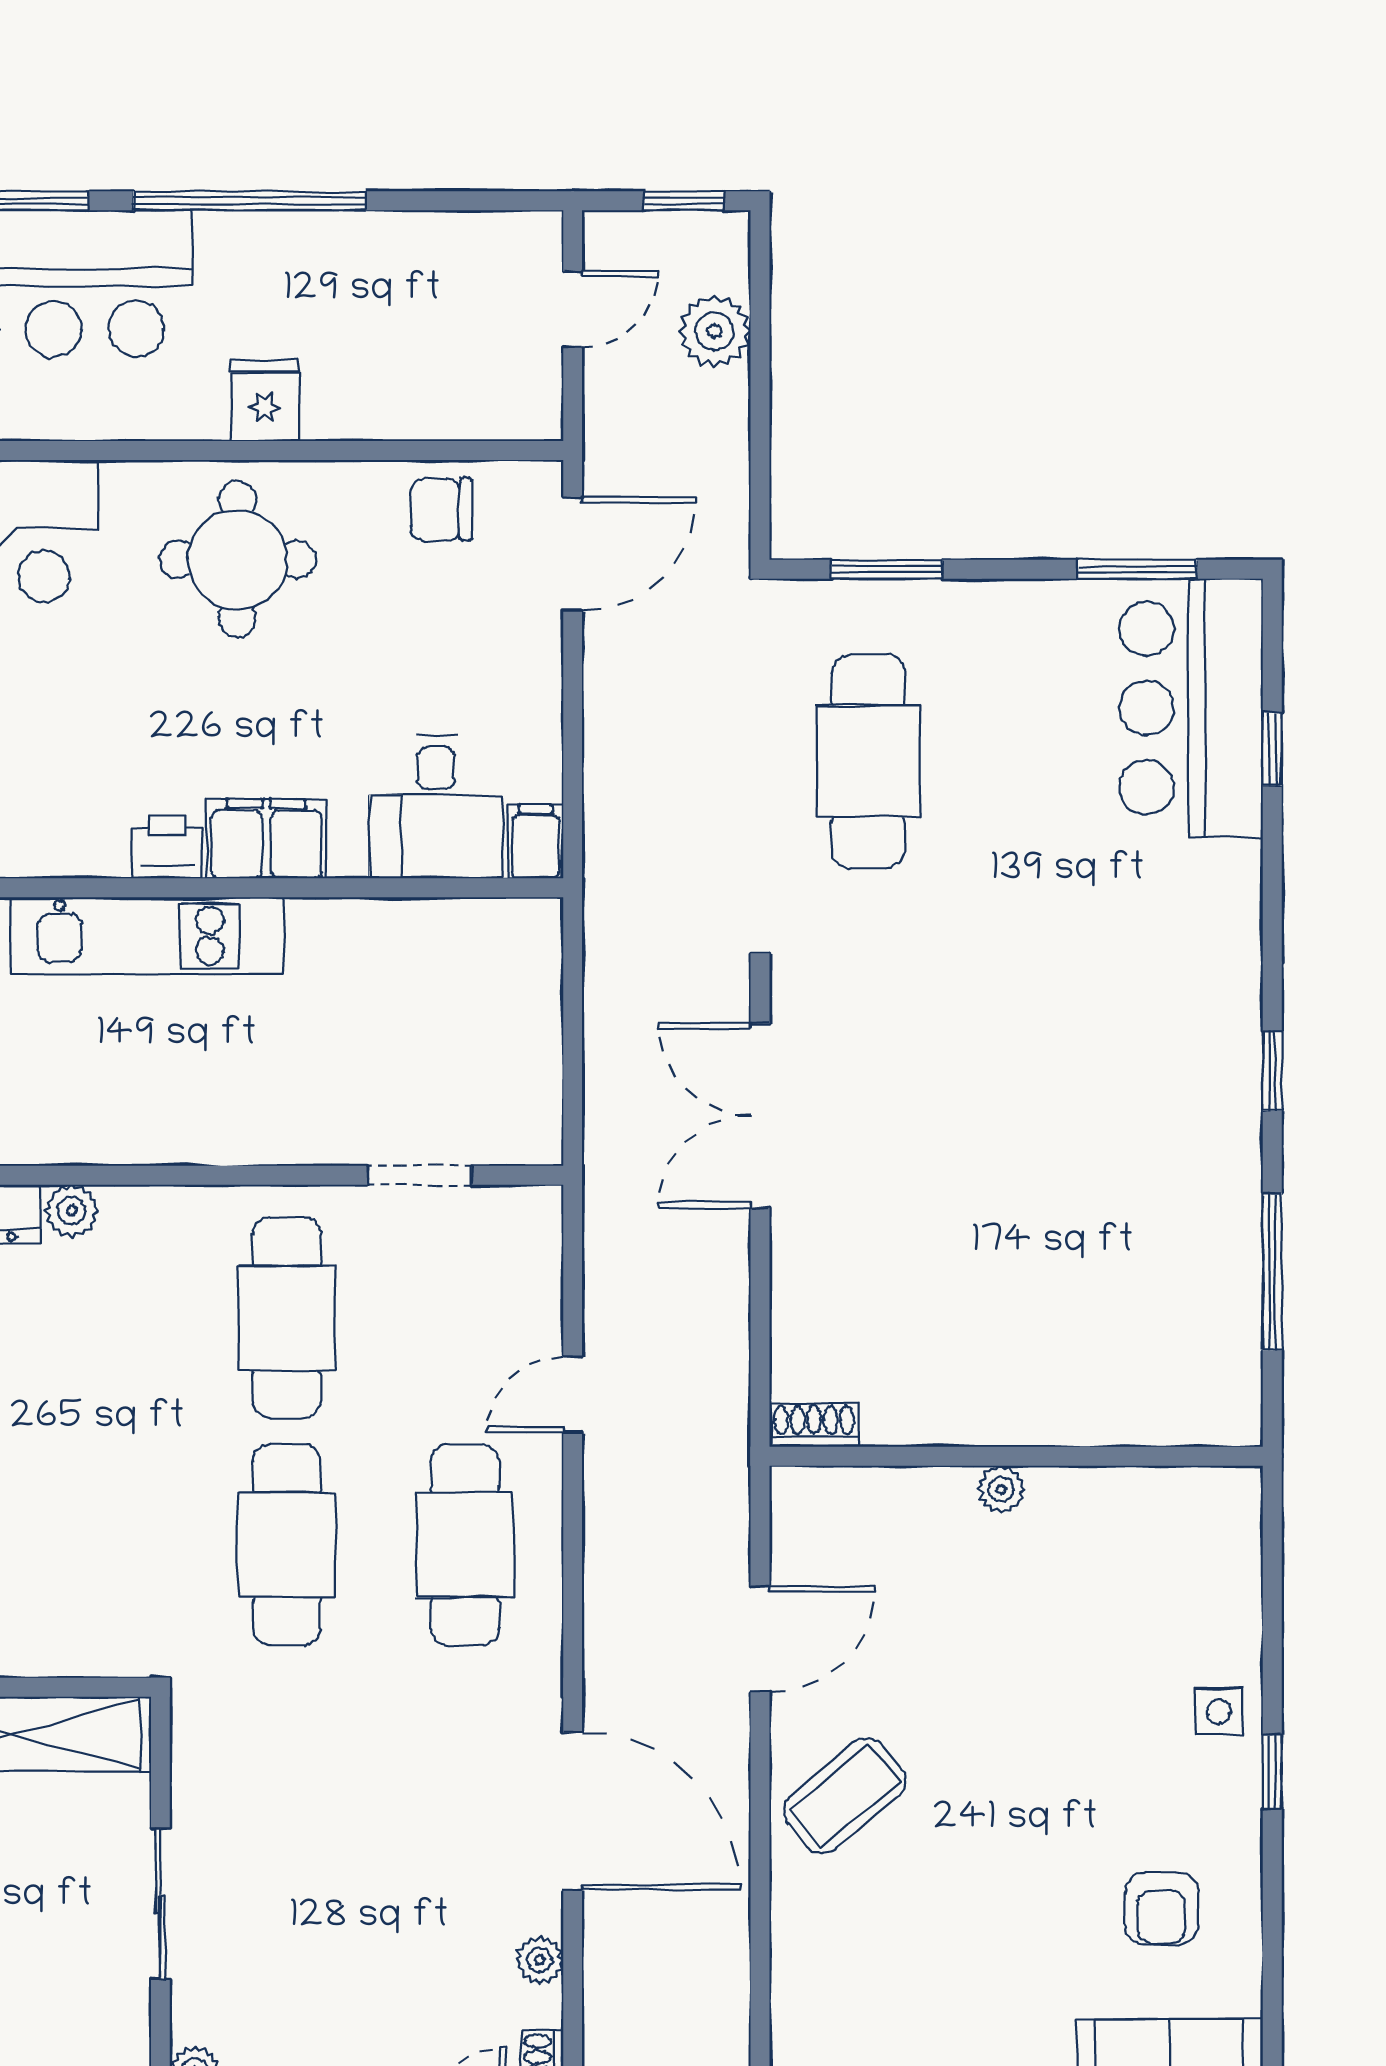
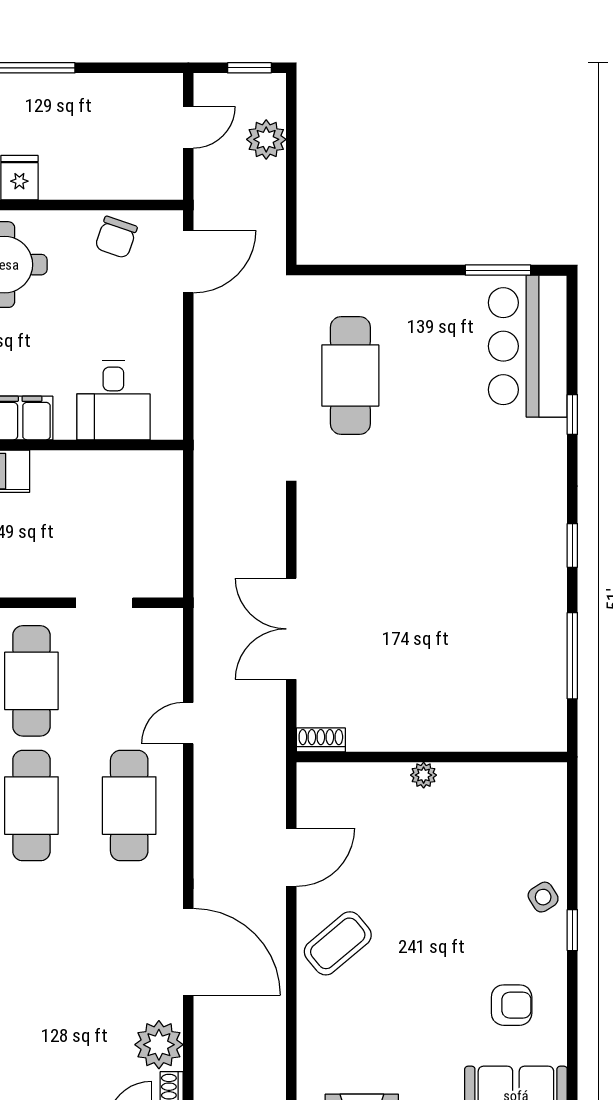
chair: (441, 510) -> (116, 237), turned -71
window: (887, 569) -> (361, 270), removed
window: (1272, 749) -> (572, 414), moved
filing cabinet: (536, 842) -> (168, 420), removed
double door: (760, 1116) -> (291, 629), moved
side table: (1219, 1712) -> (543, 897), turned -32
armchair: (1162, 1908) -> (512, 1005), turned -90
plant: (540, 1960) -> (159, 1045), width x1.87, depth x1.87

